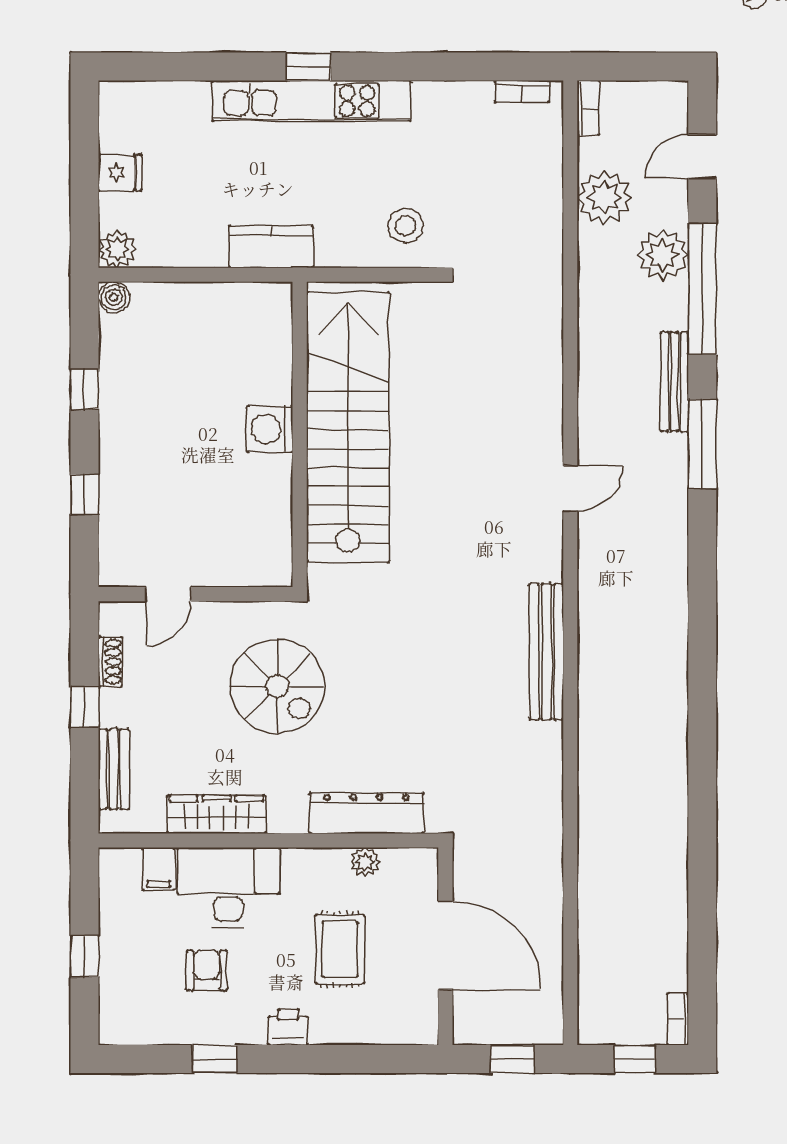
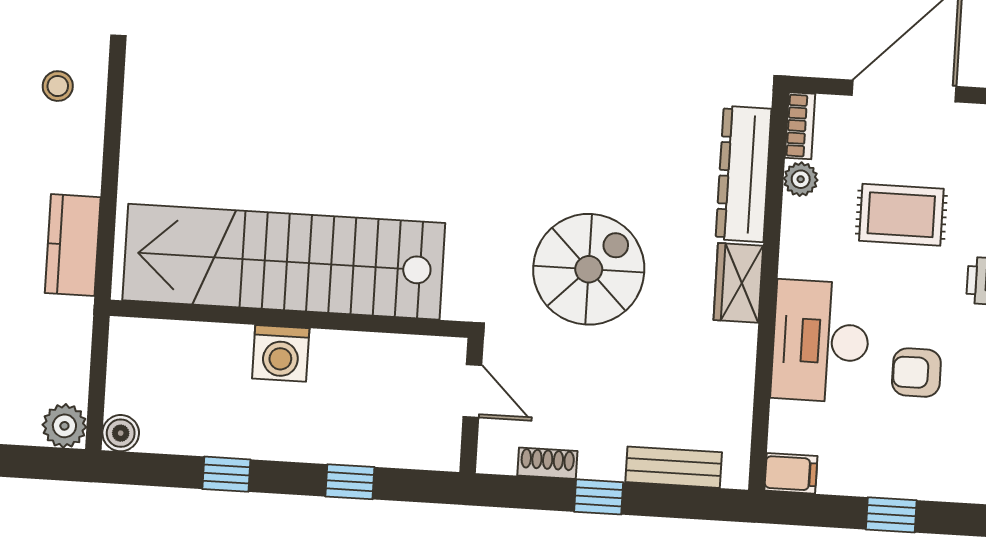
stool: (406, 226) -> (58, 86), width x0.73, depth x0.73
stairs: (348, 427) -> (284, 262), moved
washing machine: (270, 429) -> (281, 353), moved
wall: (300, 434) -> (289, 319), moved
wardrobe: (217, 814) -> (738, 283), moved, width x0.67
bookcase: (410, 859) -> (800, 126), added
filing cabinet: (159, 869) -> (791, 473), moved

